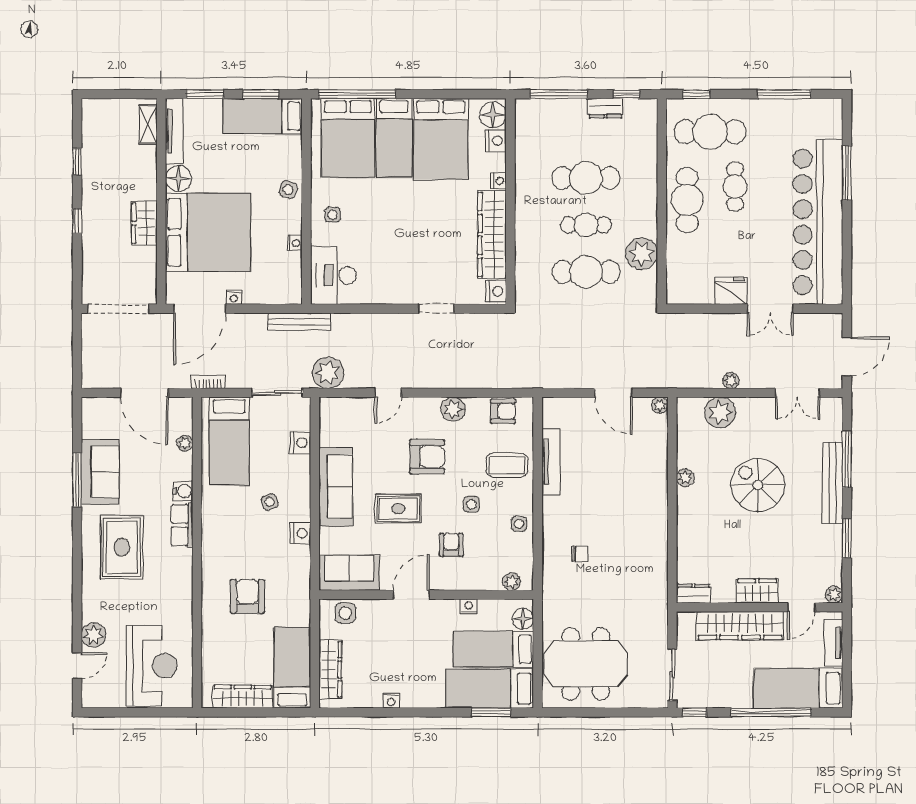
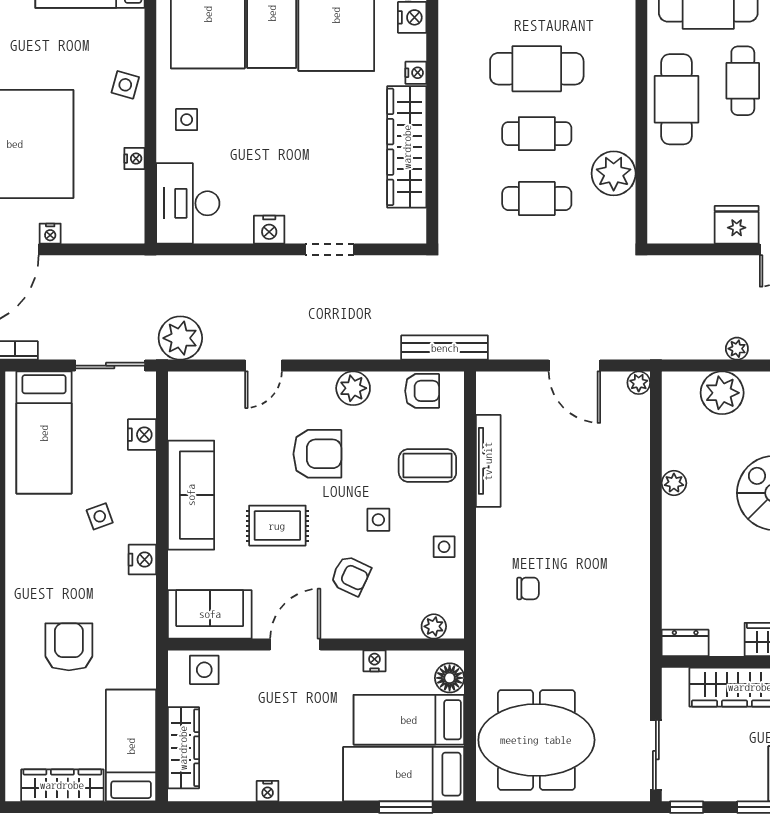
cafe table: (586, 272) -> (537, 199), width x0.73, depth x0.74
nightstand: (496, 291) -> (269, 230), moved, turned 90
bench: (299, 322) -> (445, 348), moved
armchair: (451, 545) -> (350, 576), turned 115

